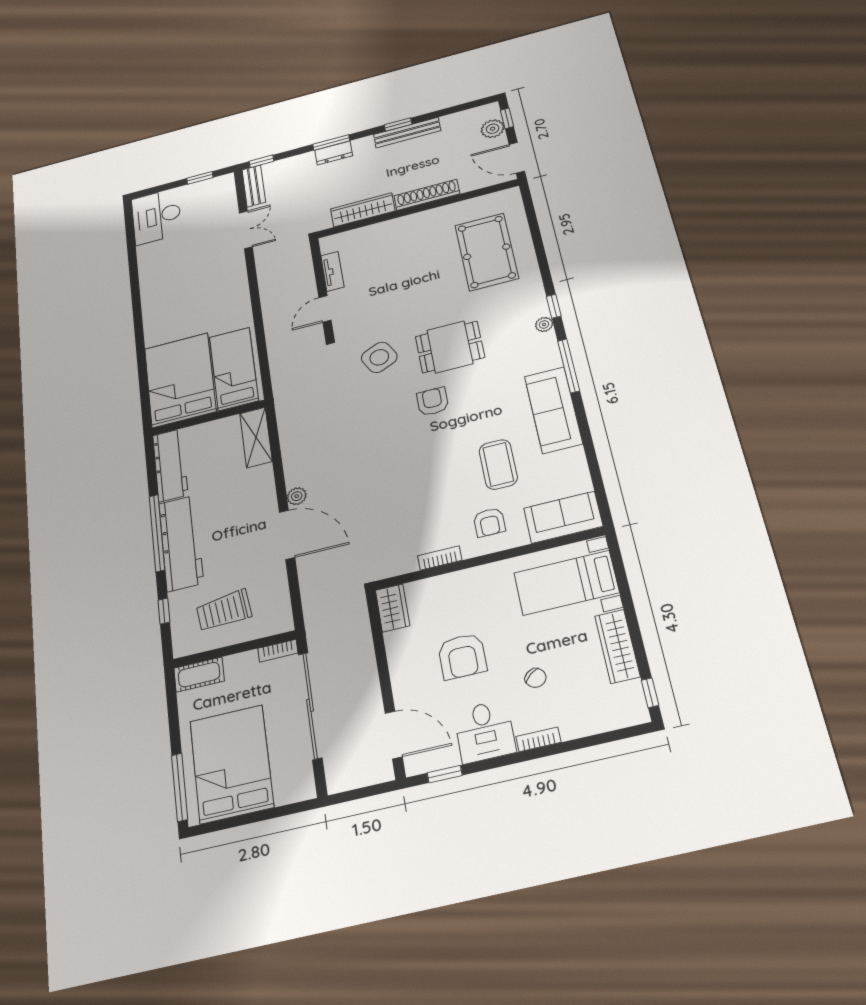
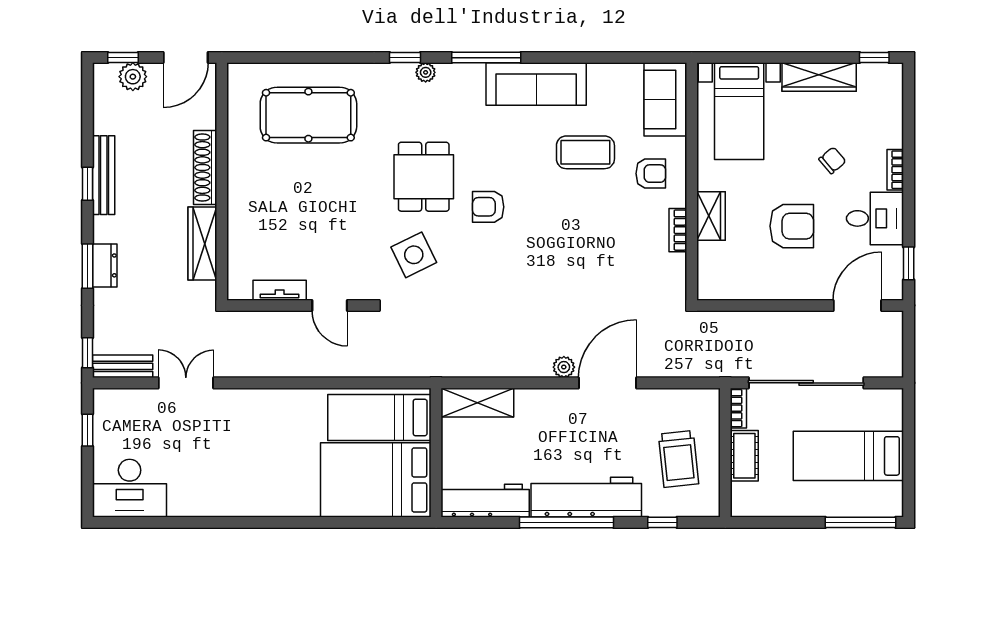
wardrobe: (393, 608) -> (711, 216), moved, turned 90
cot: (199, 675) -> (744, 456), moved
bed: (231, 764) -> (848, 456), width x0.67

